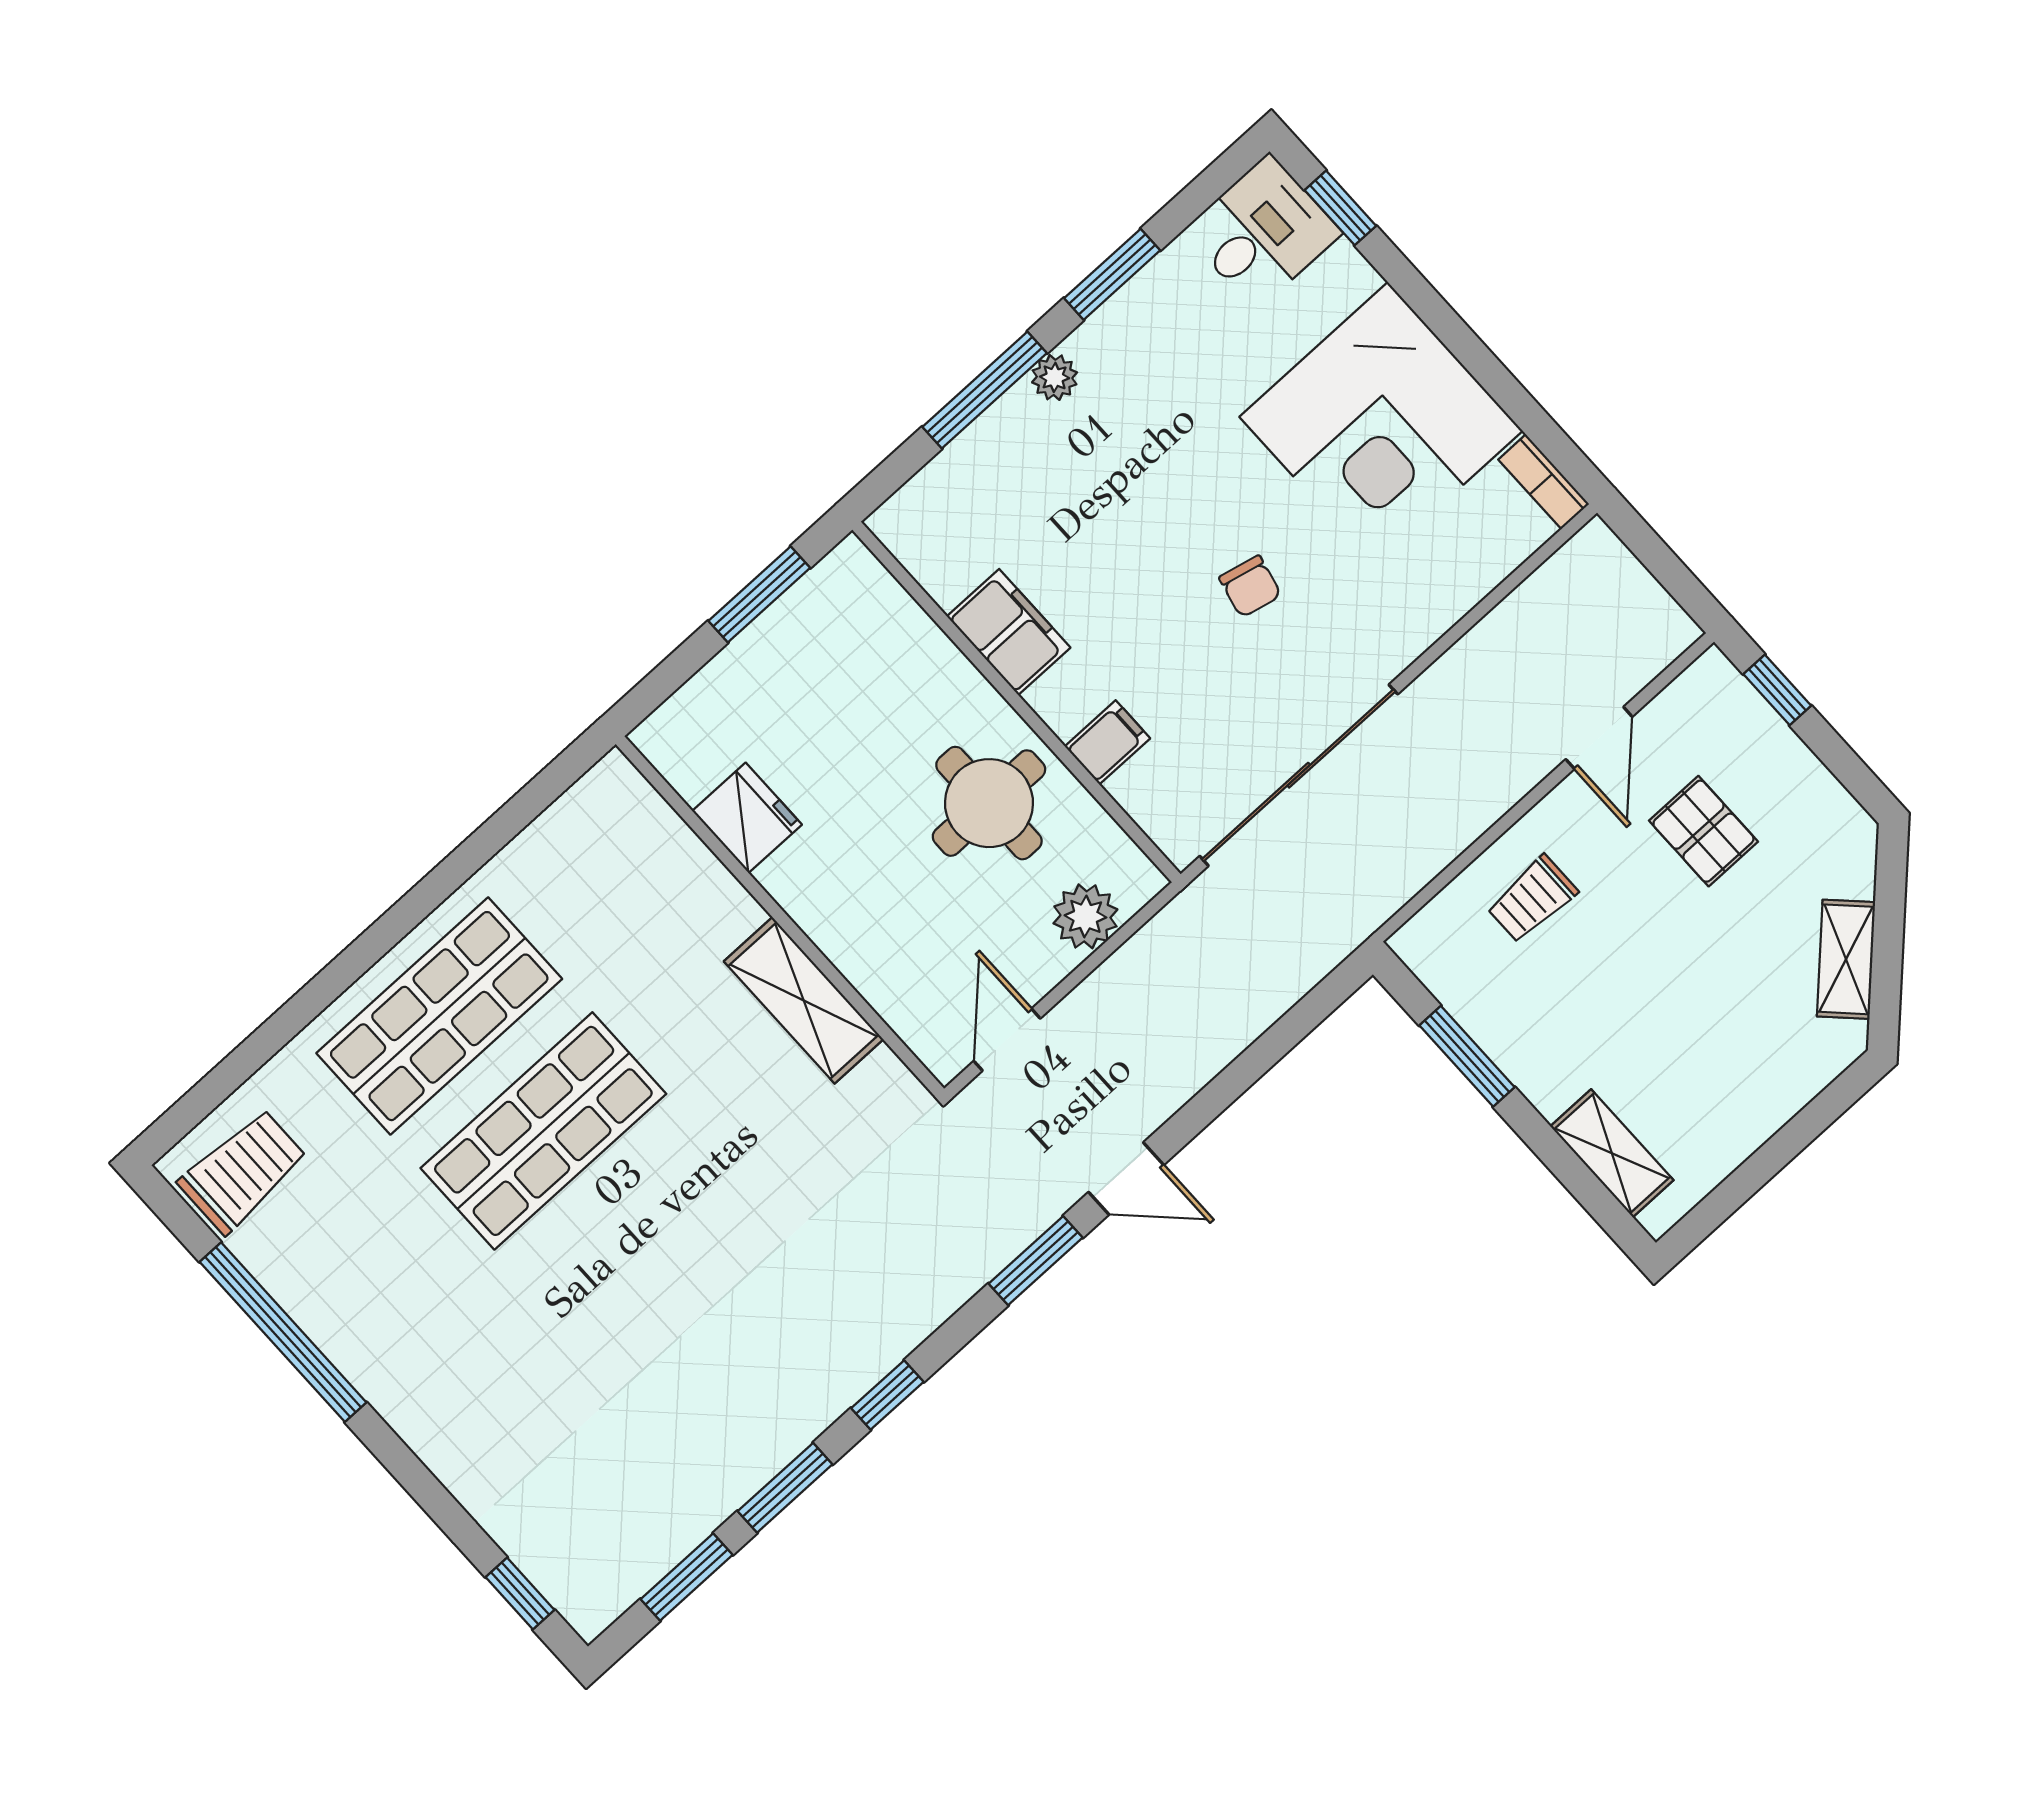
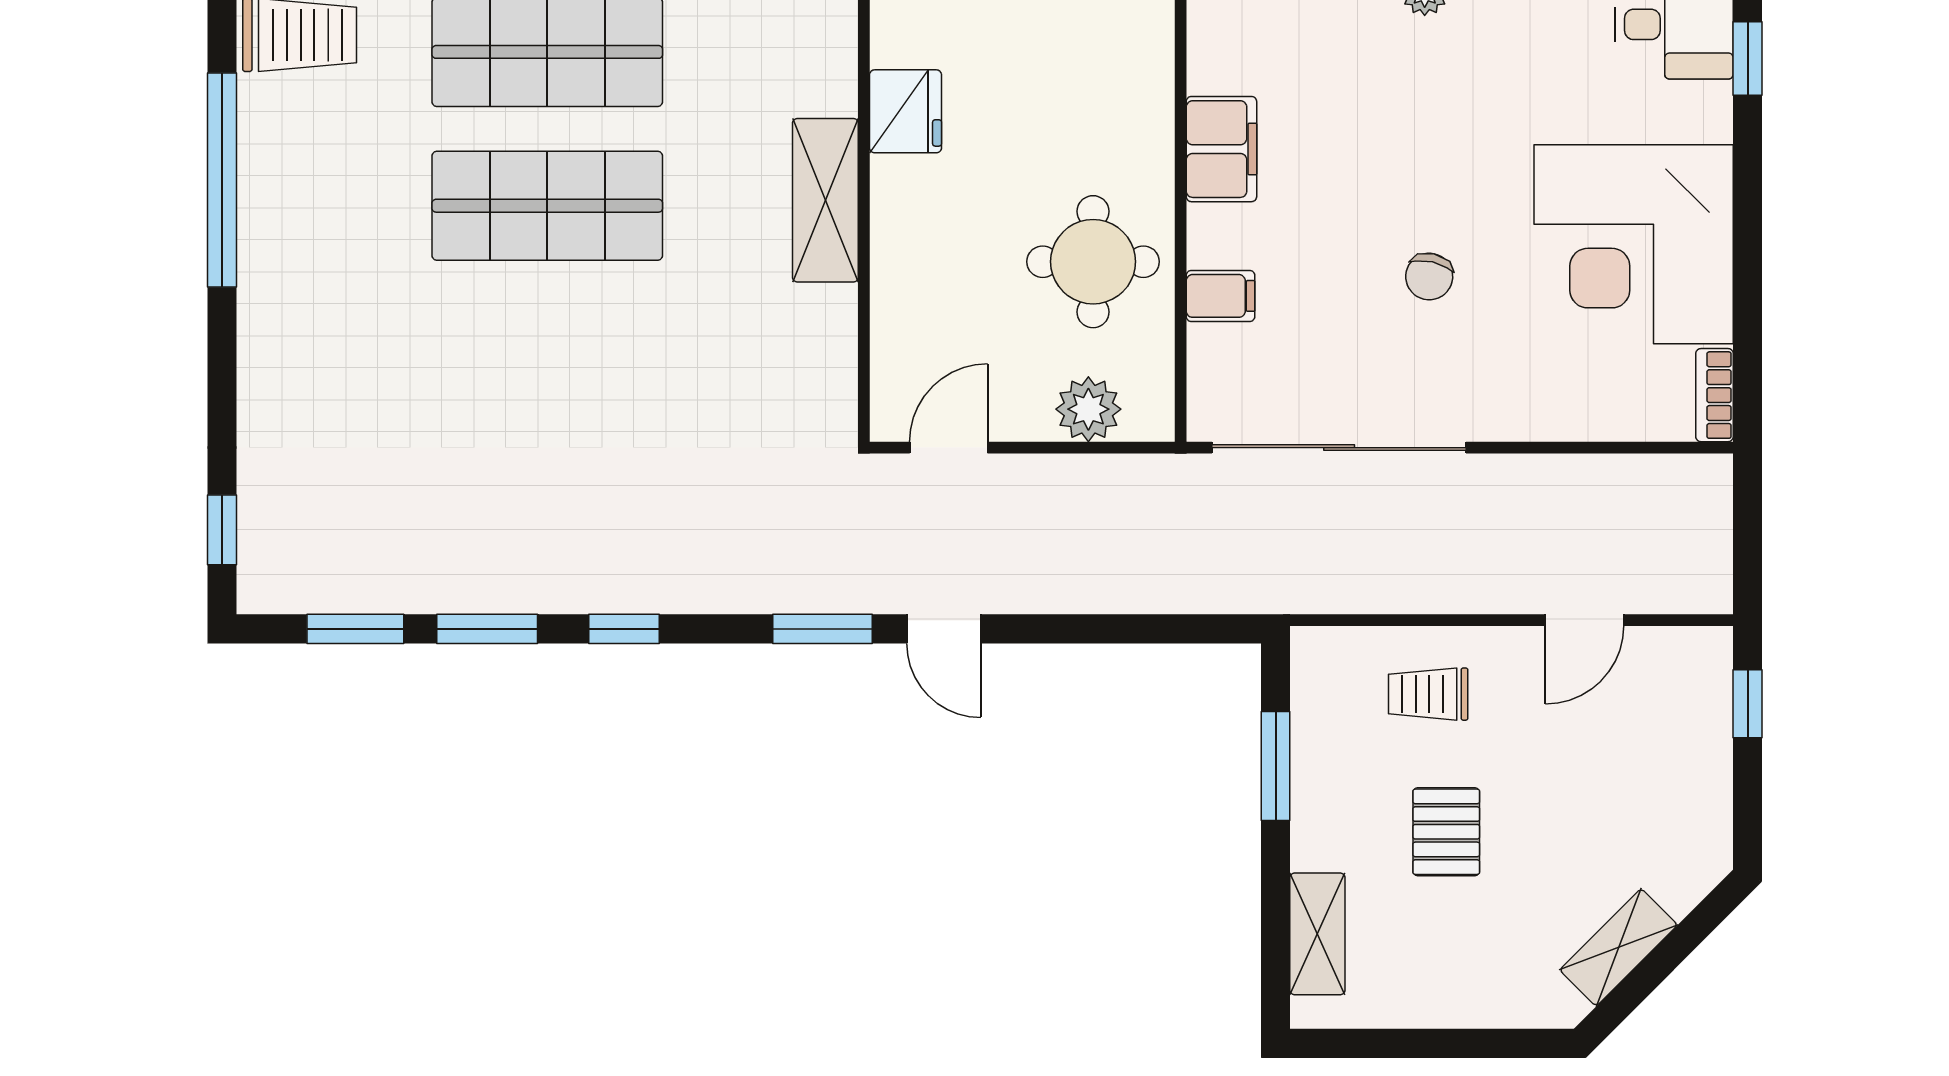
pallet: (1703, 831) -> (1446, 832), moved
shelving: (804, 1000) -> (825, 200), moved

